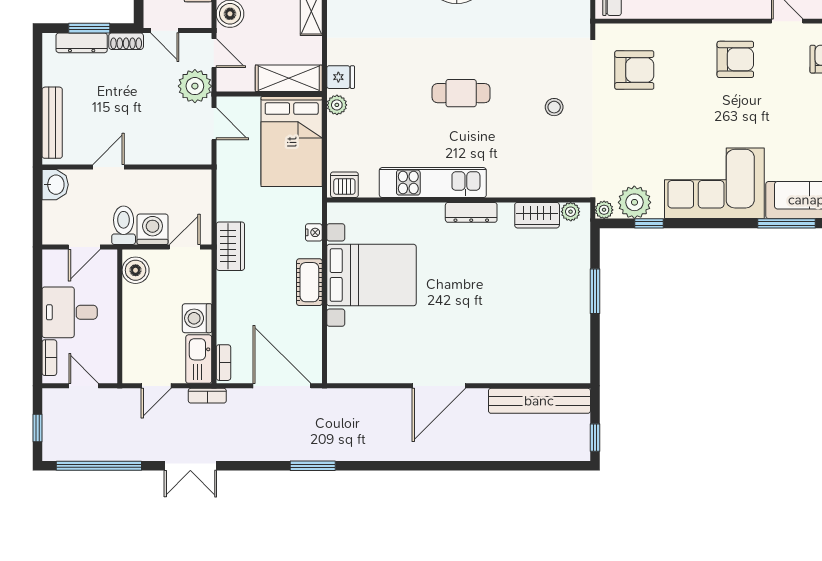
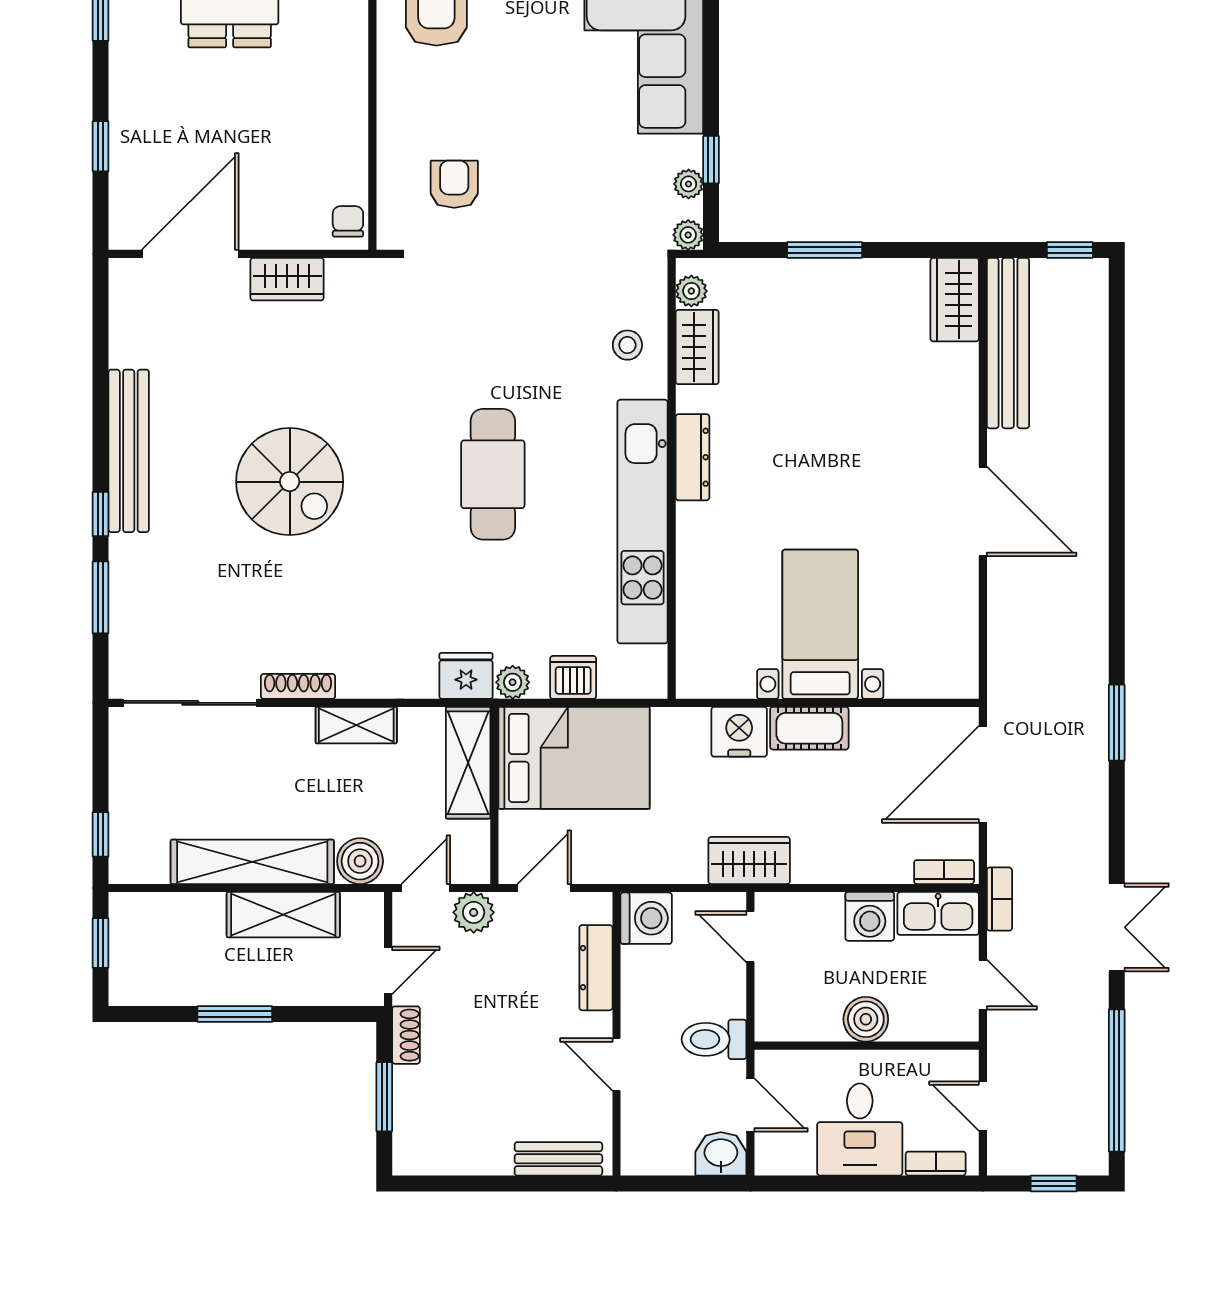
dresser: (82, 43) -> (596, 968), moved, turned 180
armchair: (634, 70) -> (454, 184), width x0.72, depth x0.72
fridge: (341, 77) -> (466, 676), width x1.38
plant: (195, 86) -> (474, 912), width x0.73, depth x0.73
cafe table: (461, 93) -> (493, 474), width x1.37, depth x1.35
stool: (554, 107) -> (627, 345), moved
bench: (52, 123) -> (558, 1159), width x0.73
kitchen unit: (433, 183) -> (643, 522), width x1.36
washbasin: (55, 185) -> (721, 1154), moved
dishwasher: (344, 185) -> (573, 677), moved, turned 90
plant: (634, 202) -> (689, 184), width x0.53, depth x0.53
washing machine: (153, 229) -> (646, 918), moved, turned 180
nightstand: (314, 232) -> (739, 732), width x1.89, depth x1.79
boiler: (136, 270) -> (866, 1019), moved
bed with nightstands: (371, 275) -> (820, 624), width x0.73
wardrobe: (565, 369) -> (955, 300), added
door: (84, 386) -> (983, 1106), hinge flipped

